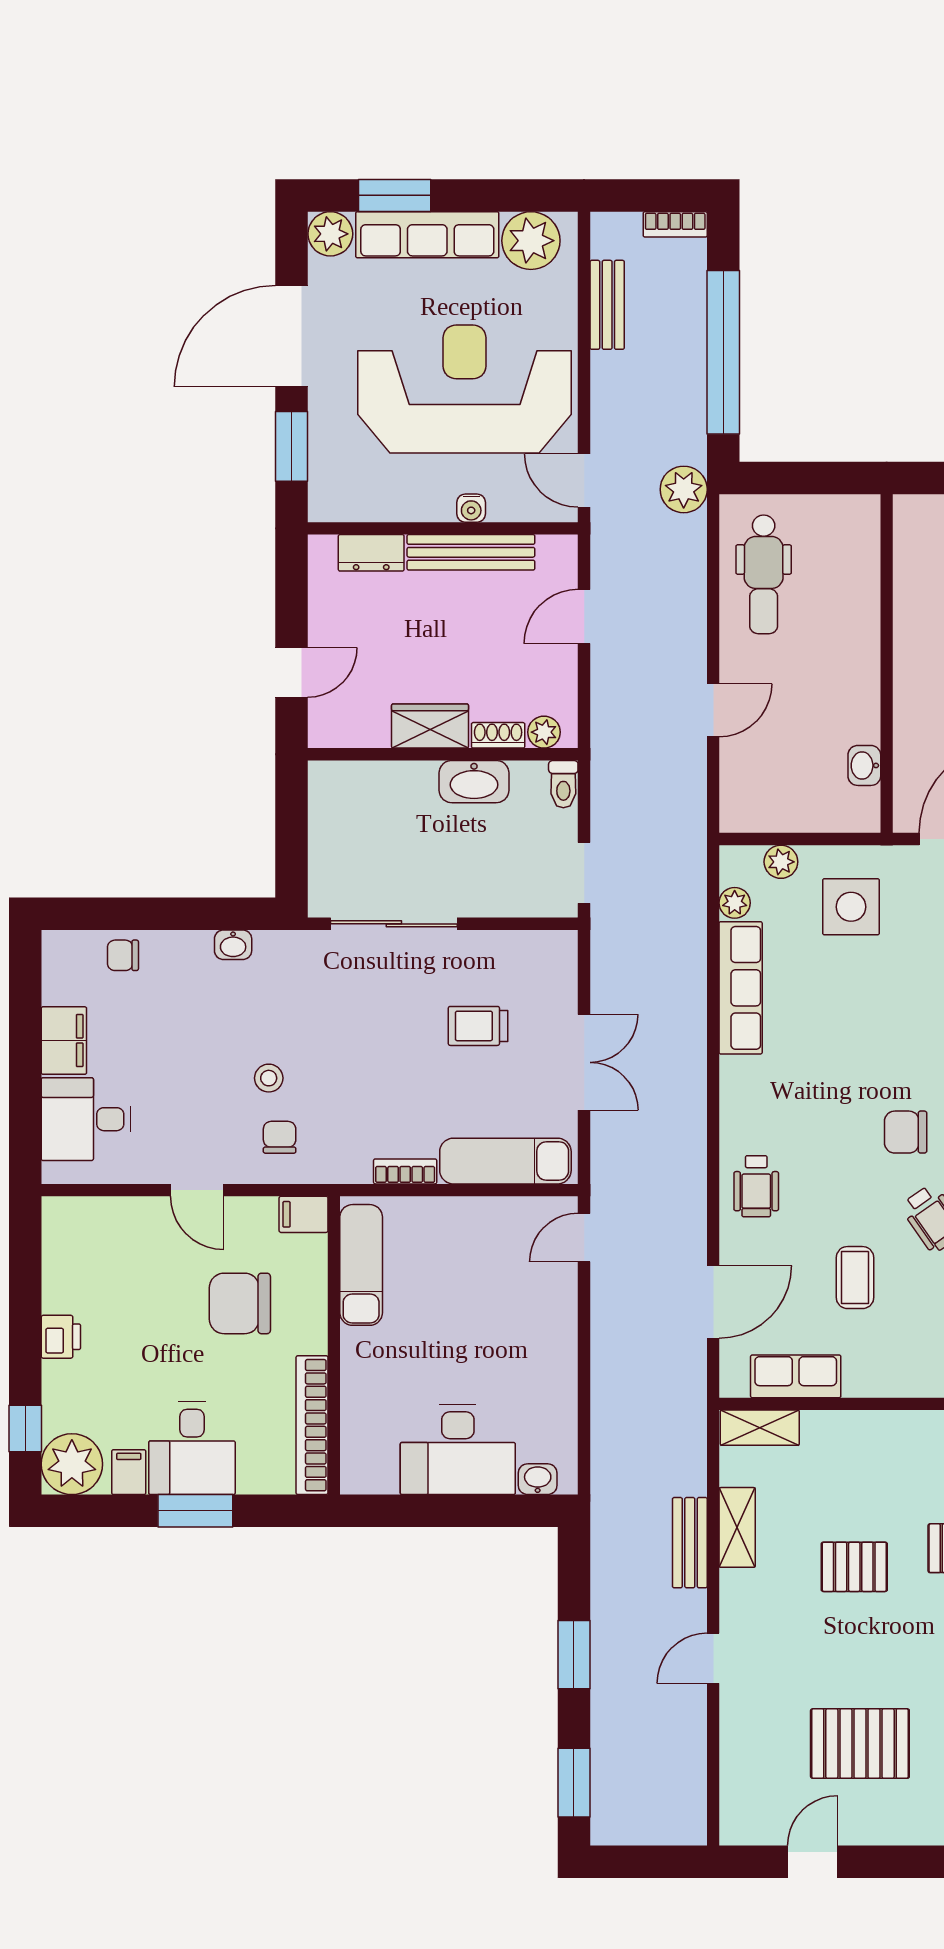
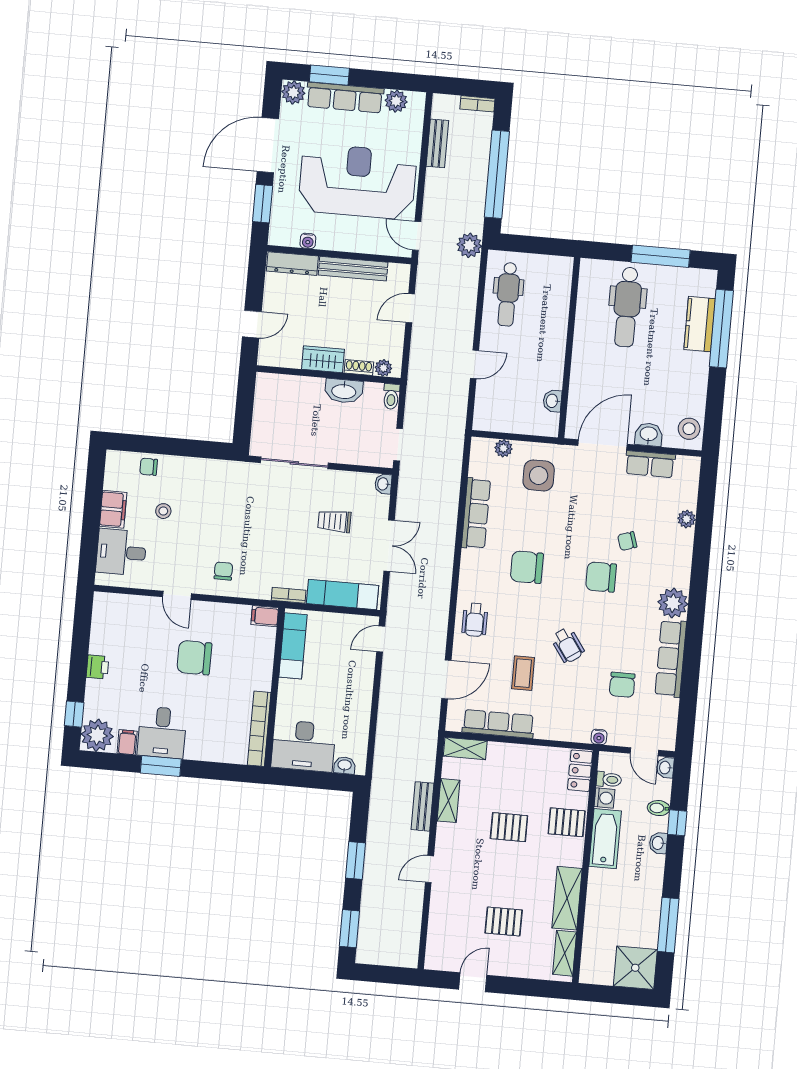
plant: (531, 241) -> (396, 101), width x0.73, depth x0.73
water cooler: (471, 508) -> (308, 241), moved
dresser: (371, 553) -> (292, 264), width x1.44
plant: (735, 903) -> (477, 468), removed
washbasin: (233, 945) -> (383, 484), moved, turned 90
stool: (269, 1078) -> (163, 511), moved
chair: (906, 1132) -> (527, 567), moved, width x1.37, depth x1.37
filing cabinet: (304, 1214) -> (265, 616), moved
exam couch: (361, 1265) -> (293, 646), moved
wall: (334, 1345) -> (275, 687), moved
row of seats: (796, 1376) -> (498, 724), width x1.48
bookcase: (312, 1425) -> (259, 729), moved
pallet: (860, 1744) -> (504, 921), width x0.67, depth x0.71

